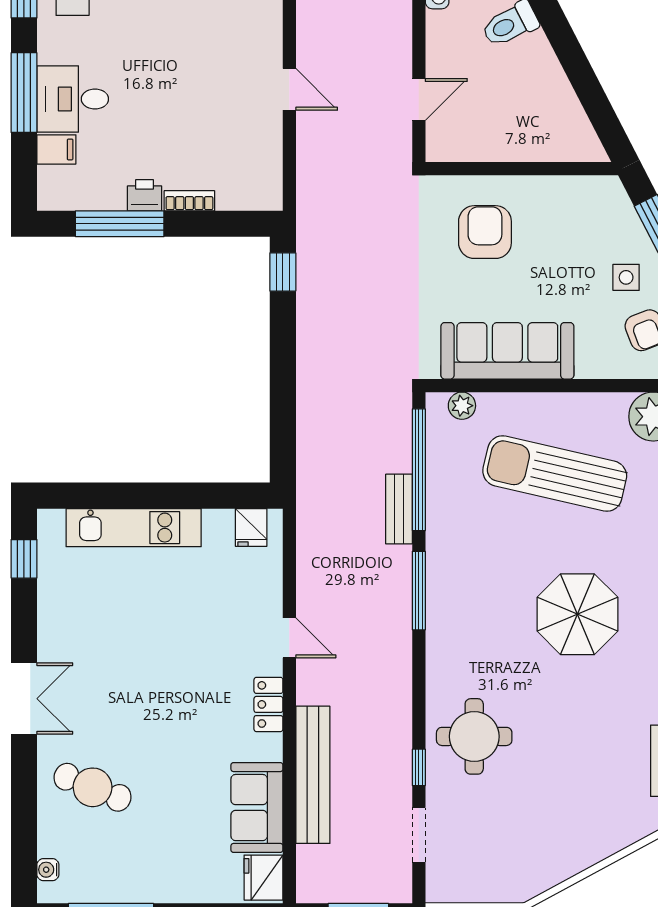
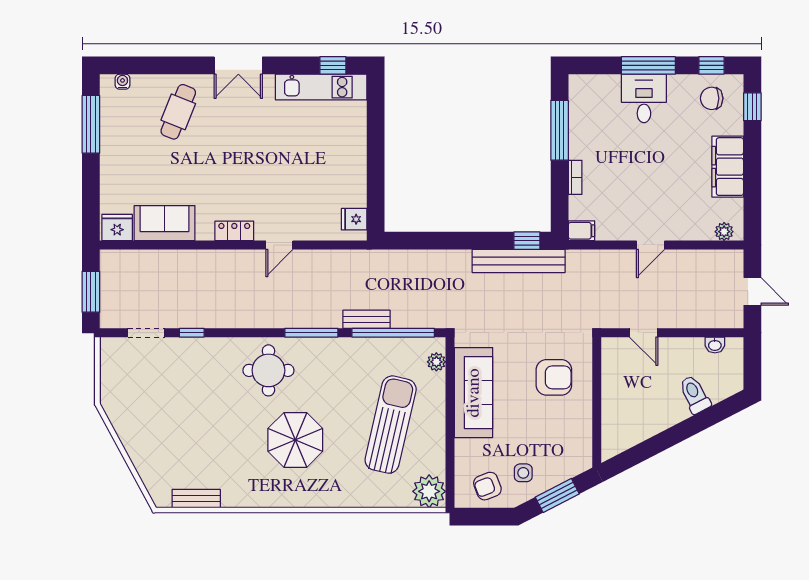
filing cabinet: (56, 149) -> (582, 231), moved, turned -90
printer: (145, 195) -> (579, 147), removed
kitchen unit: (134, 528) -> (321, 87), moved, turned -90
round table: (474, 736) -> (268, 370), moved
bench: (313, 775) -> (519, 261), moved

